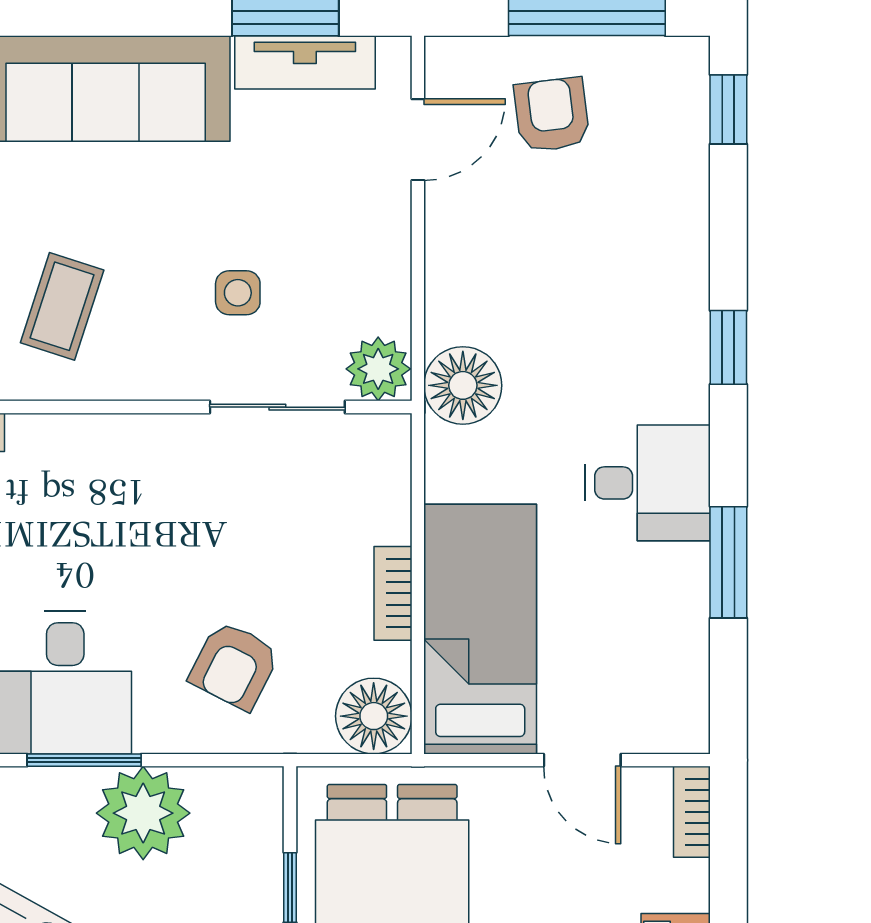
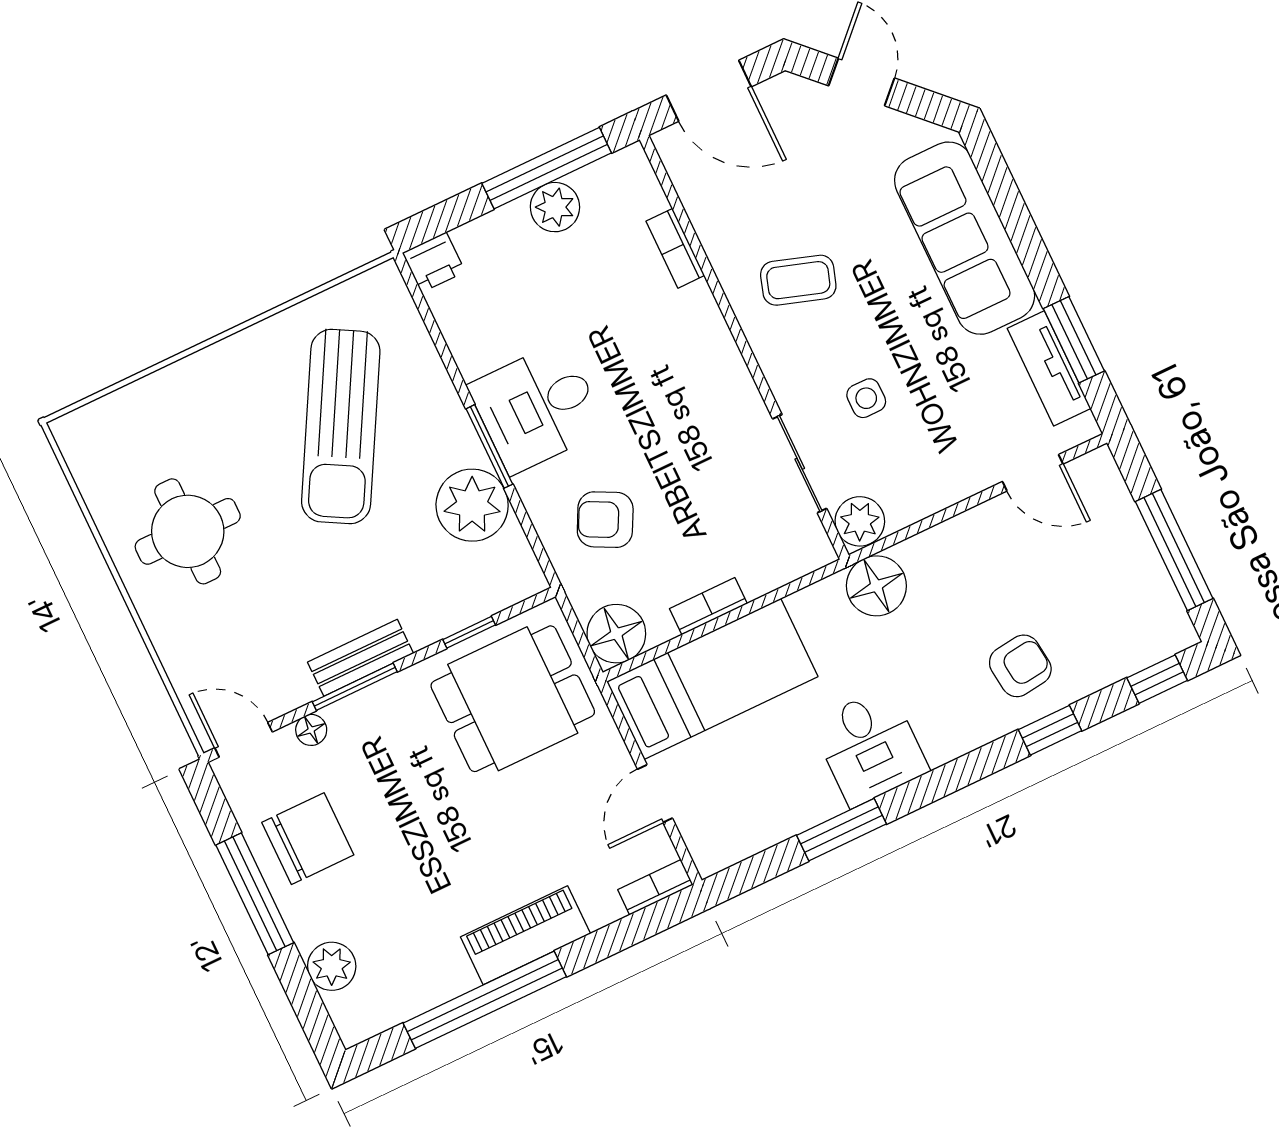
armchair: (552, 115) -> (1020, 666), moved
window: (728, 347) -> (1050, 730), moved

